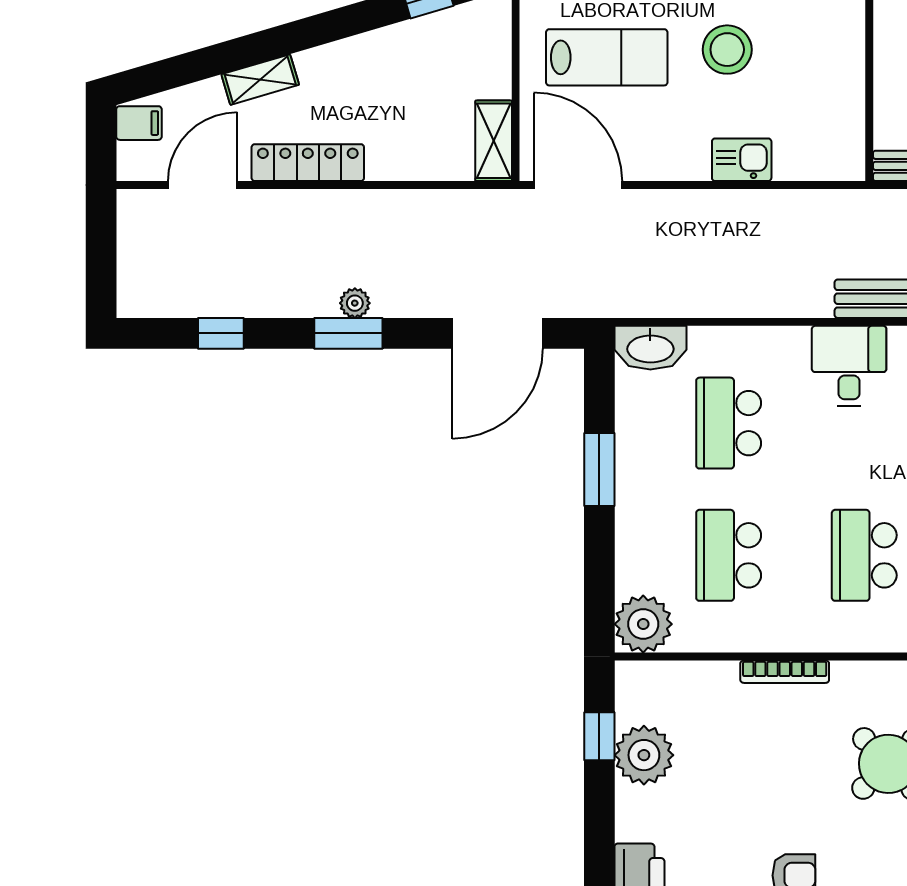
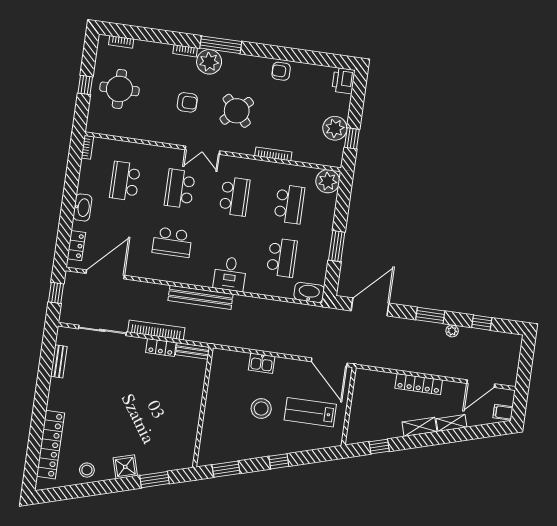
shelving: (494, 141) -> (419, 427), moved, turned 74
locker: (308, 163) -> (419, 384), moved
plant: (355, 303) -> (452, 331), moved

